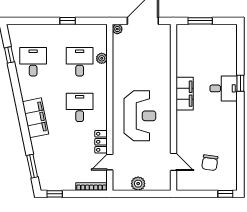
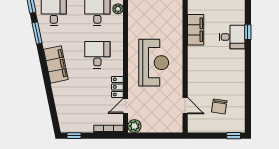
filing cabinet: (185, 94) -> (196, 30), moved
window: (32, 166) -> (37, 33), moved
plant: (138, 184) -> (134, 126), moved

